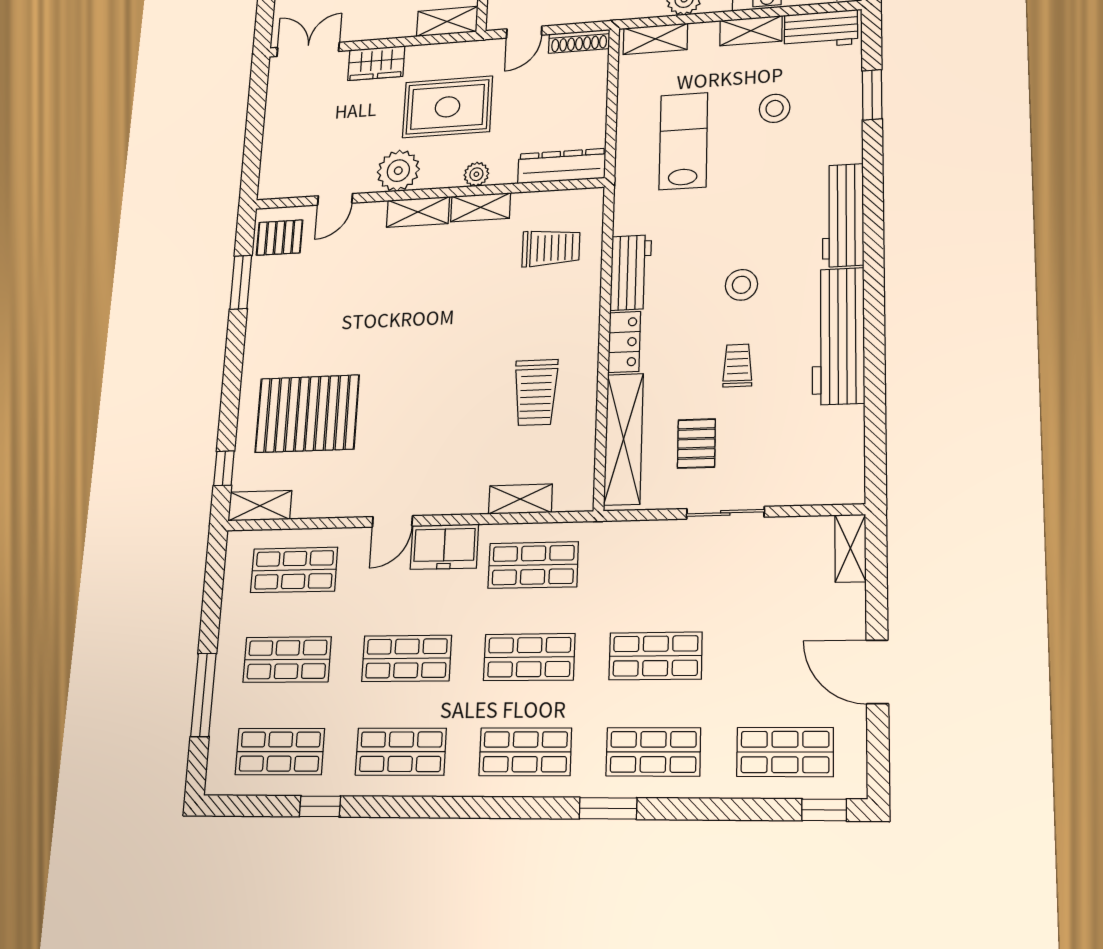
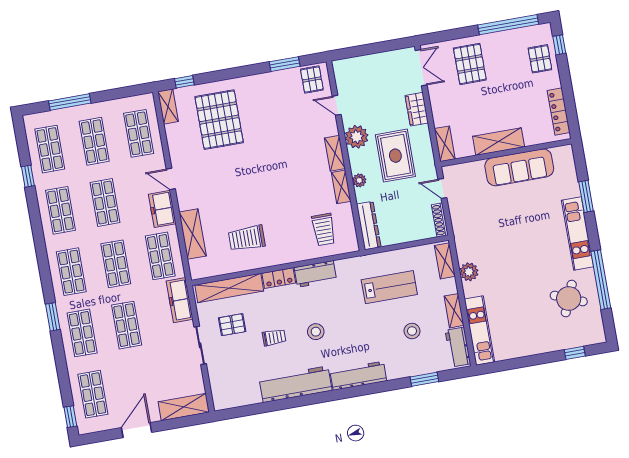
shelving: (520, 499) -> (193, 234), width x1.50, depth x1.33
freezer: (627, 540) -> (180, 300), added
shelving: (850, 548) -> (184, 407), width x1.50, depth x1.33

